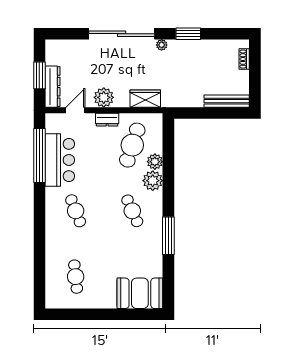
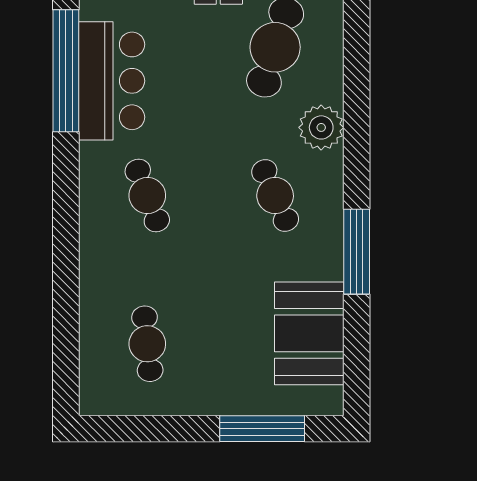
plant: (155, 162) -> (326, 85), removed
booth: (140, 293) -> (309, 333), moved, turned 90
window: (127, 314) -> (262, 429), added

